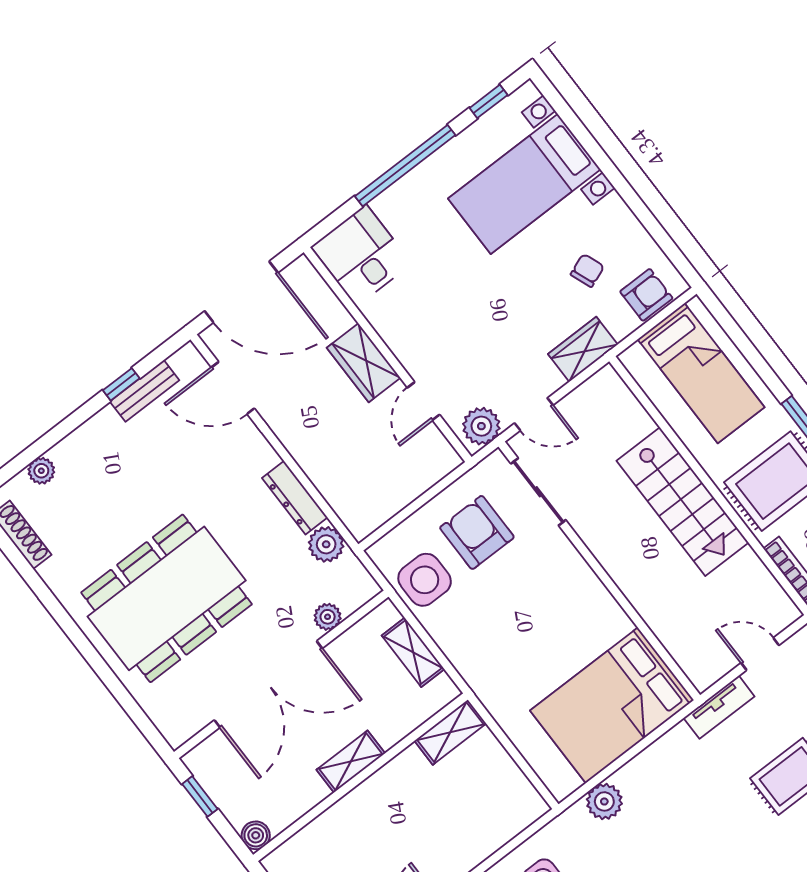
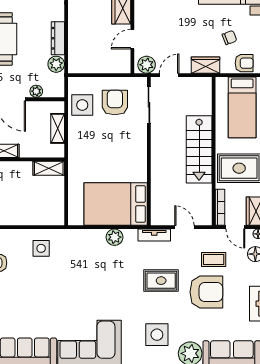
door: (534, 414) -> (169, 75), swing flipped
plant: (604, 801) -> (114, 237), moved

